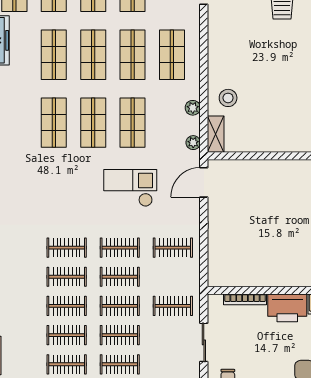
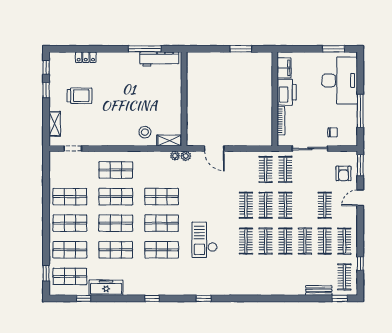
plant: (193, 108) -> (186, 156), moved
door: (204, 182) -> (214, 149), moved
checkout: (130, 188) -> (205, 240), moved
clothes rail: (173, 248) -> (266, 169), moved
clothes rail: (120, 335) -> (305, 205), removed
sliding door: (204, 342) -> (310, 149), width x1.37

